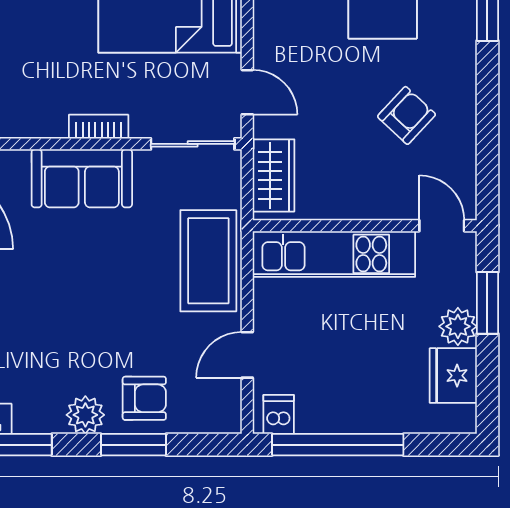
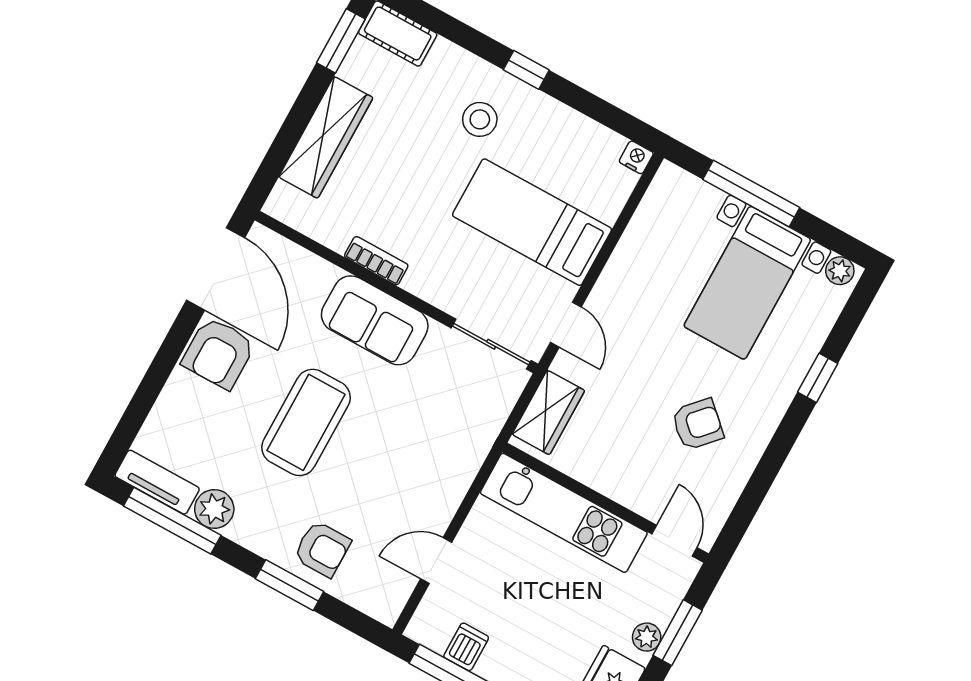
bookcase: (99, 127) -> (376, 261), moved
coffee table: (208, 261) -> (306, 422), moved
plant: (458, 326) -> (647, 637), width x0.73, depth x0.73
dishwasher: (279, 414) -> (466, 647), moved
plant: (85, 415) -> (214, 509), moved

